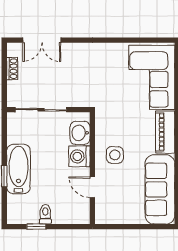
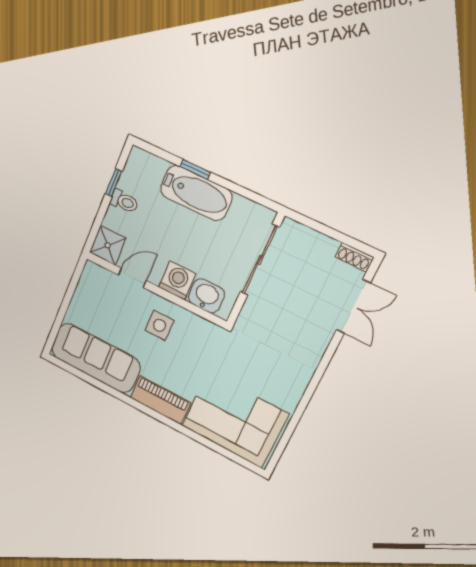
double door: (42, 40) -> (353, 307), swing flipped
shoe rack: (12, 69) -> (354, 257), moved
shower: (79, 213) -> (108, 245), added

